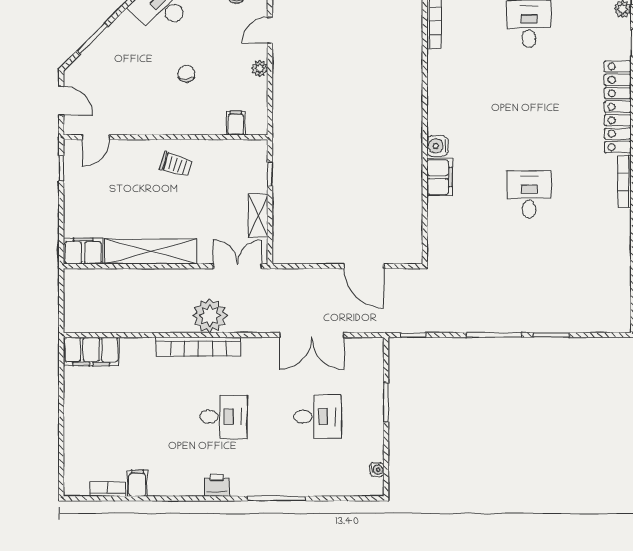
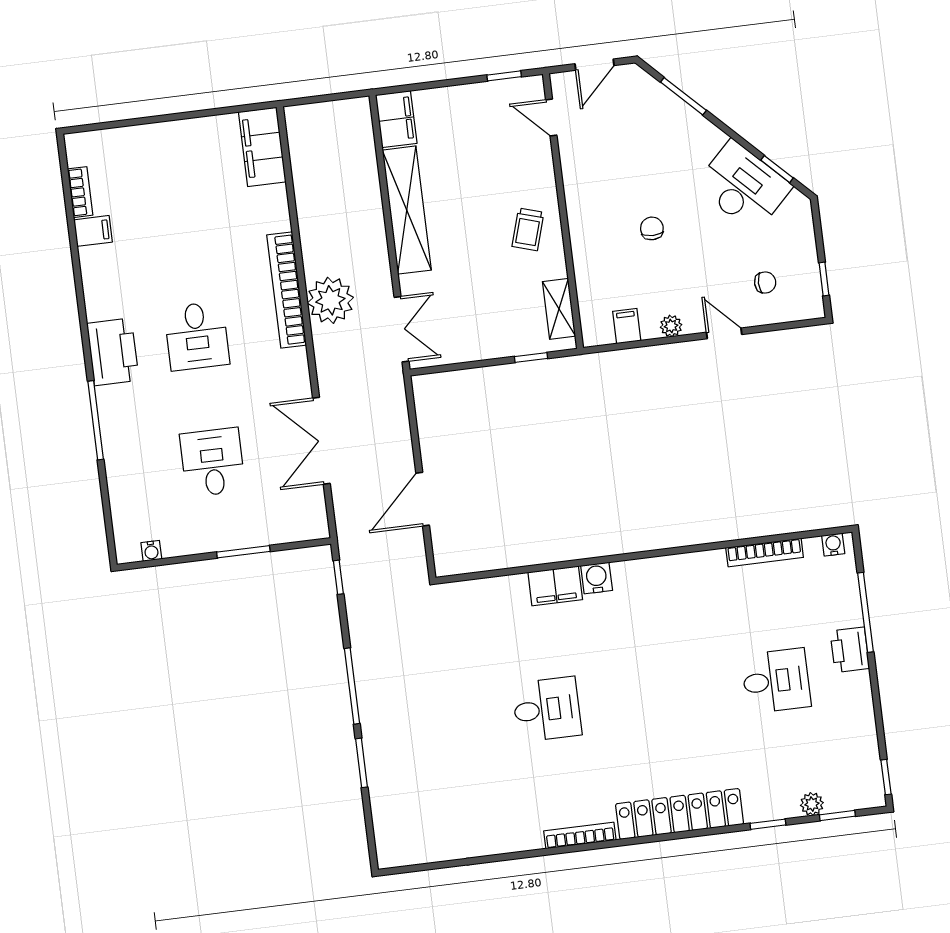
chair: (186, 74) -> (652, 228), turned -90
filing cabinet: (236, 123) -> (627, 326), moved, turned -90
shelving: (258, 215) -> (559, 309), moved, turned 90
desk: (318, 417) -> (213, 462), turned 180
printer: (217, 485) -> (113, 352), width x1.87, depth x1.48

